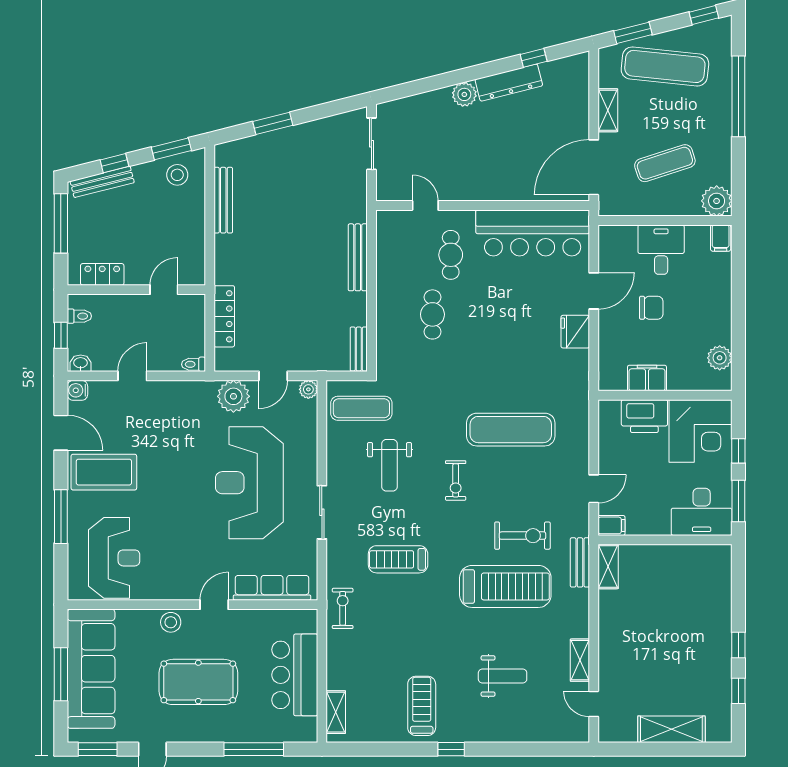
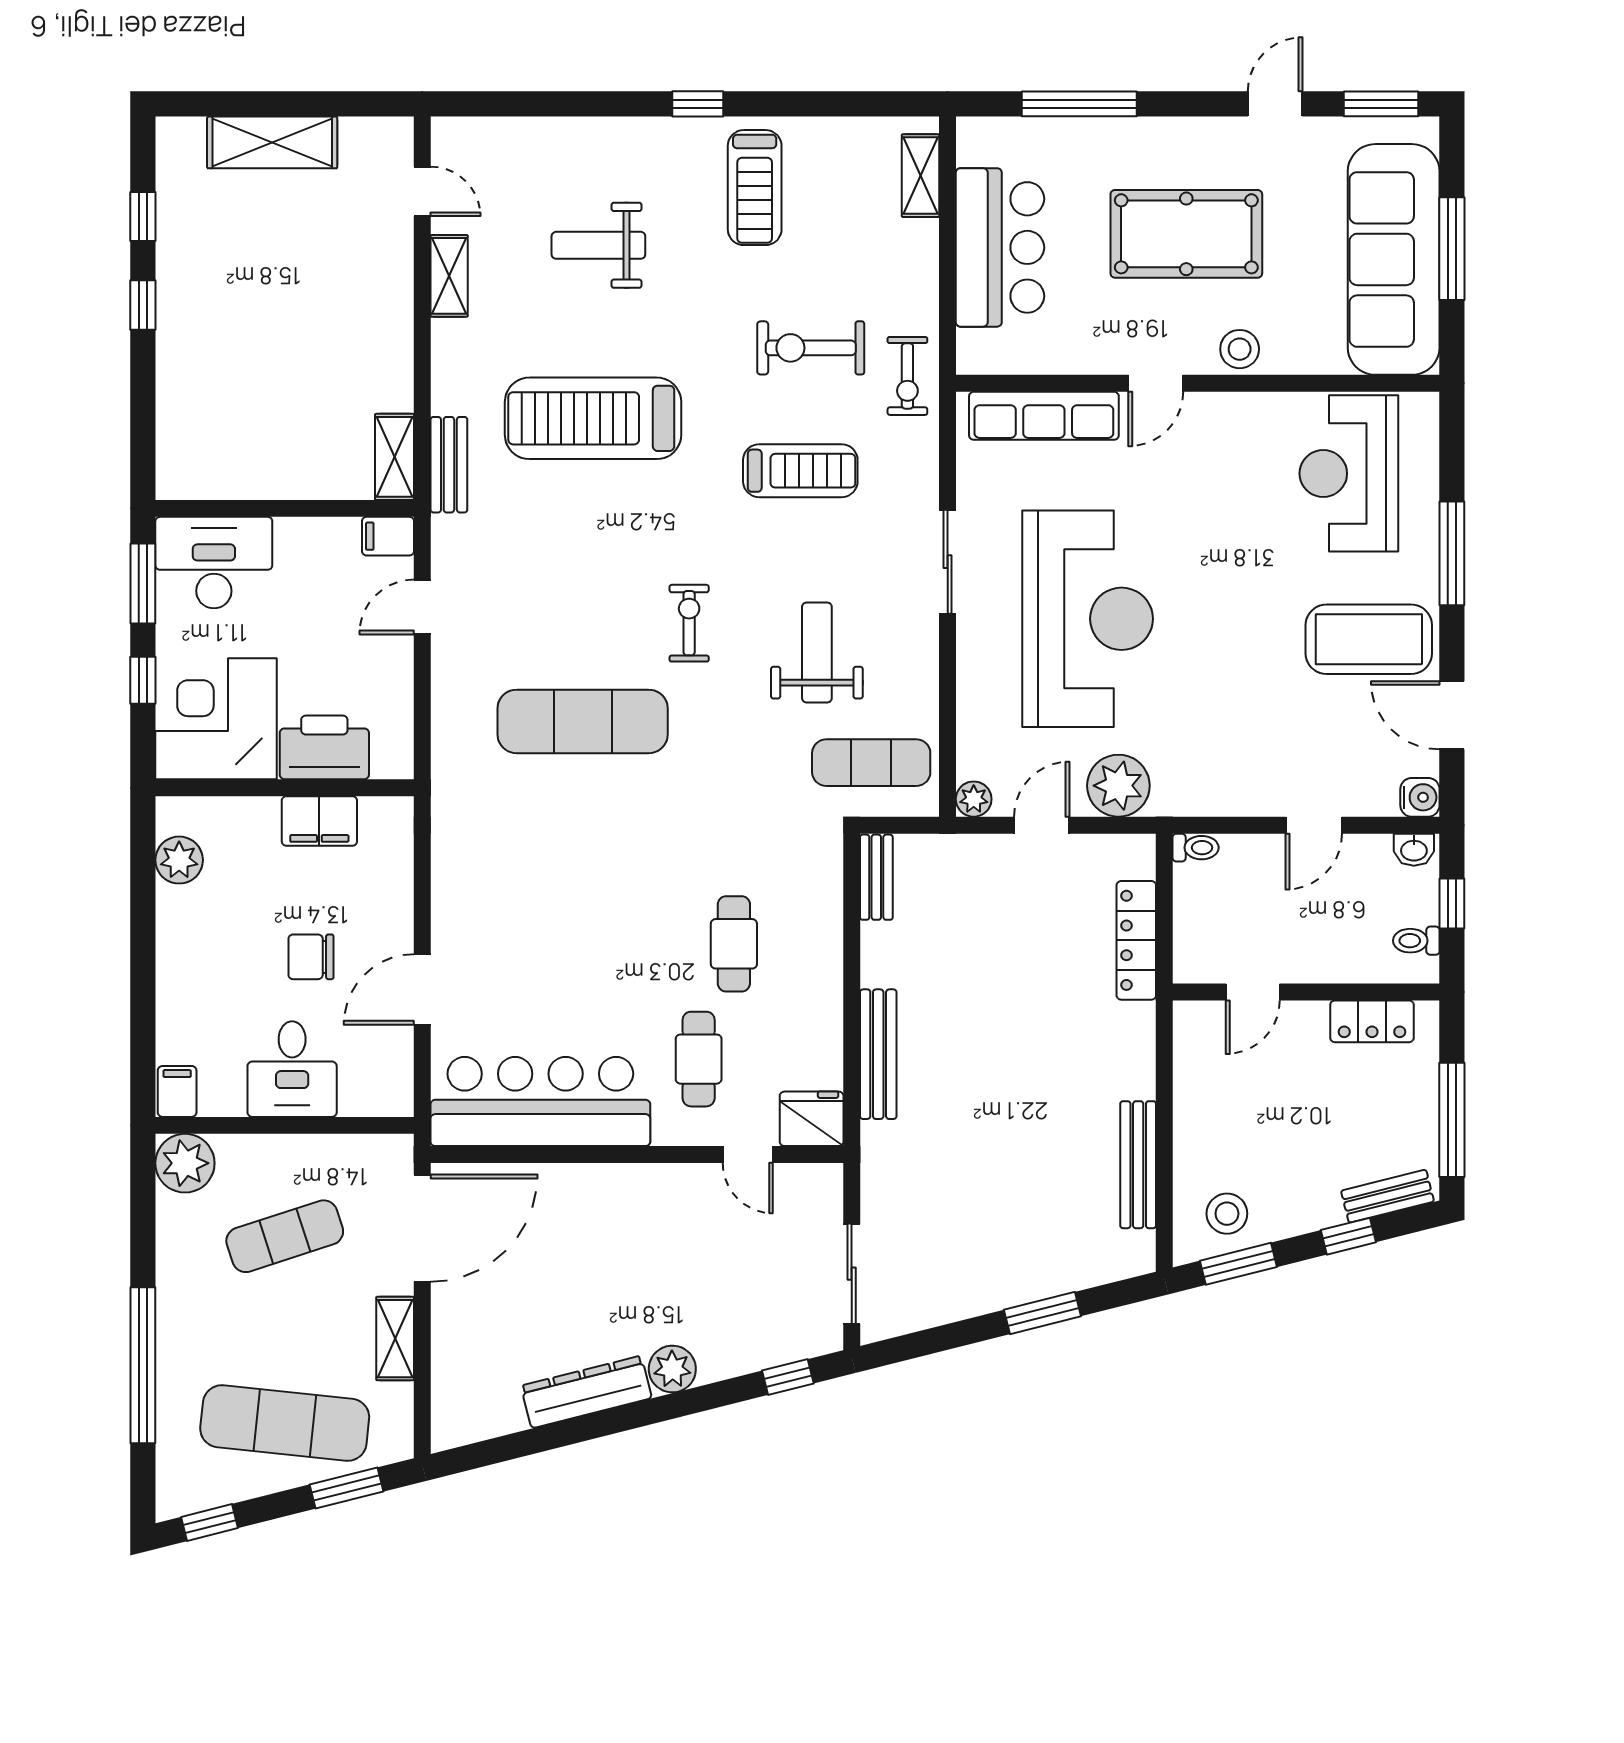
window: (534, 58) -> (788, 1377), moved
bench: (102, 182) -> (1387, 1196), width x0.73
fridge: (575, 332) -> (812, 1119), moved, turned -90
exercise bike: (523, 536) -> (811, 348), moved

